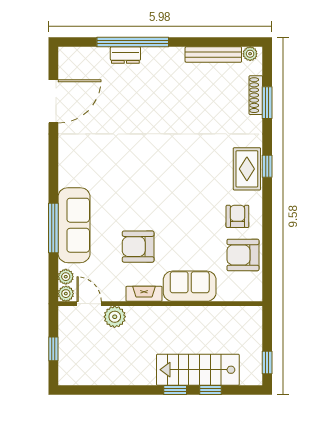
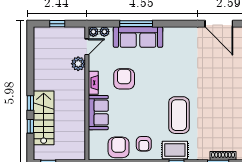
coffee table: (193, 162) -> (179, 115), added
armchair: (237, 216) -> (144, 144), turned 90

